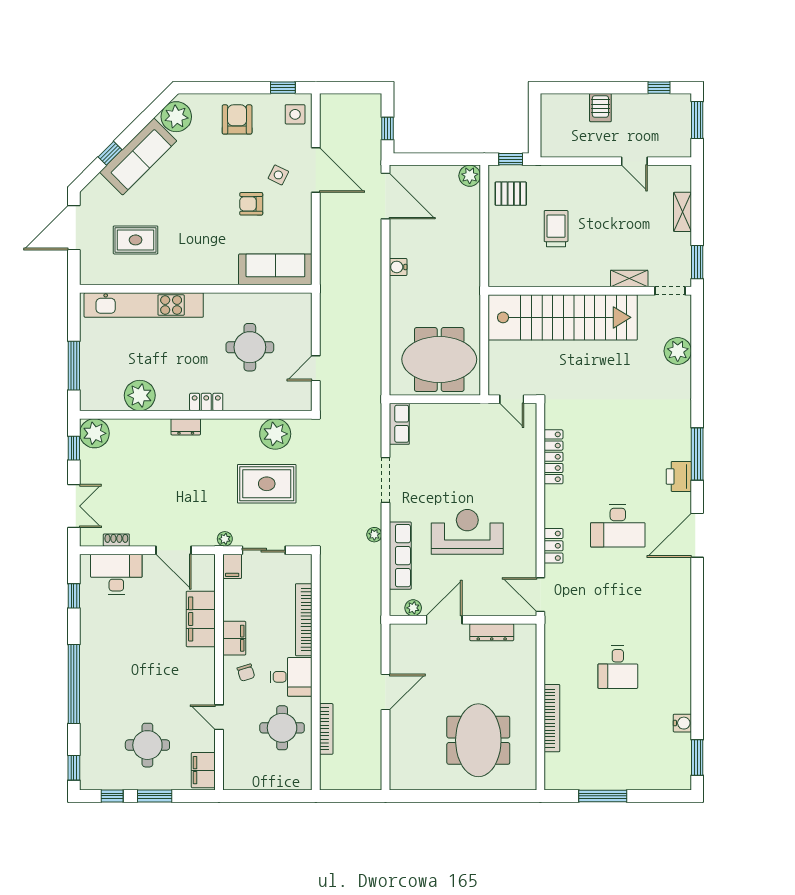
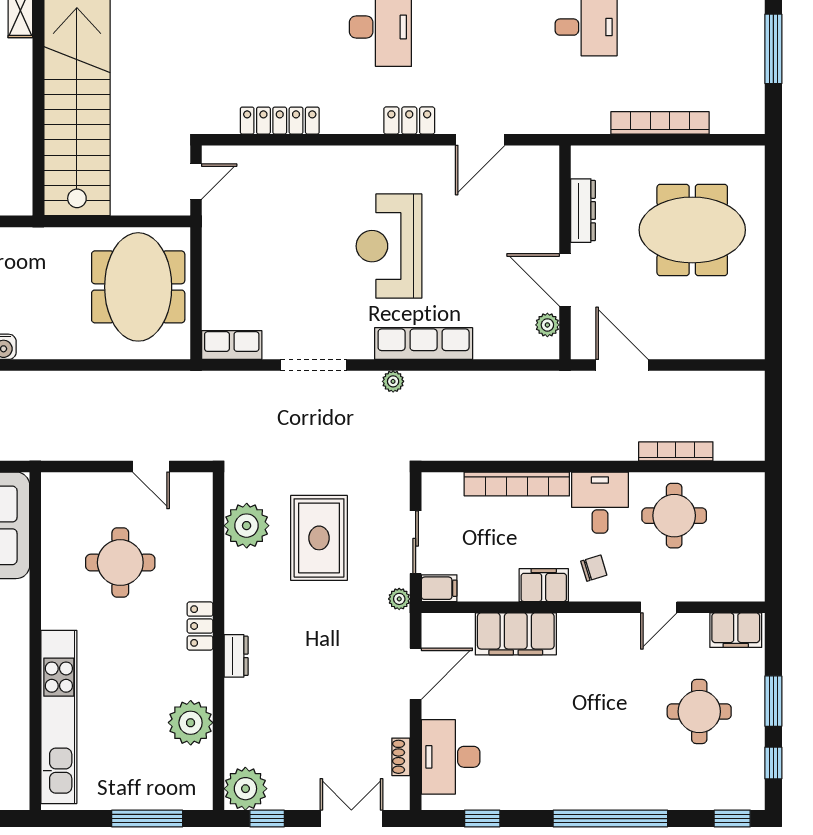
plant: (413, 608) -> (547, 325), moved
door: (444, 620) -> (565, 280), moved
wall: (463, 620) -> (565, 252), moved
dresser: (492, 632) -> (583, 211), moved

